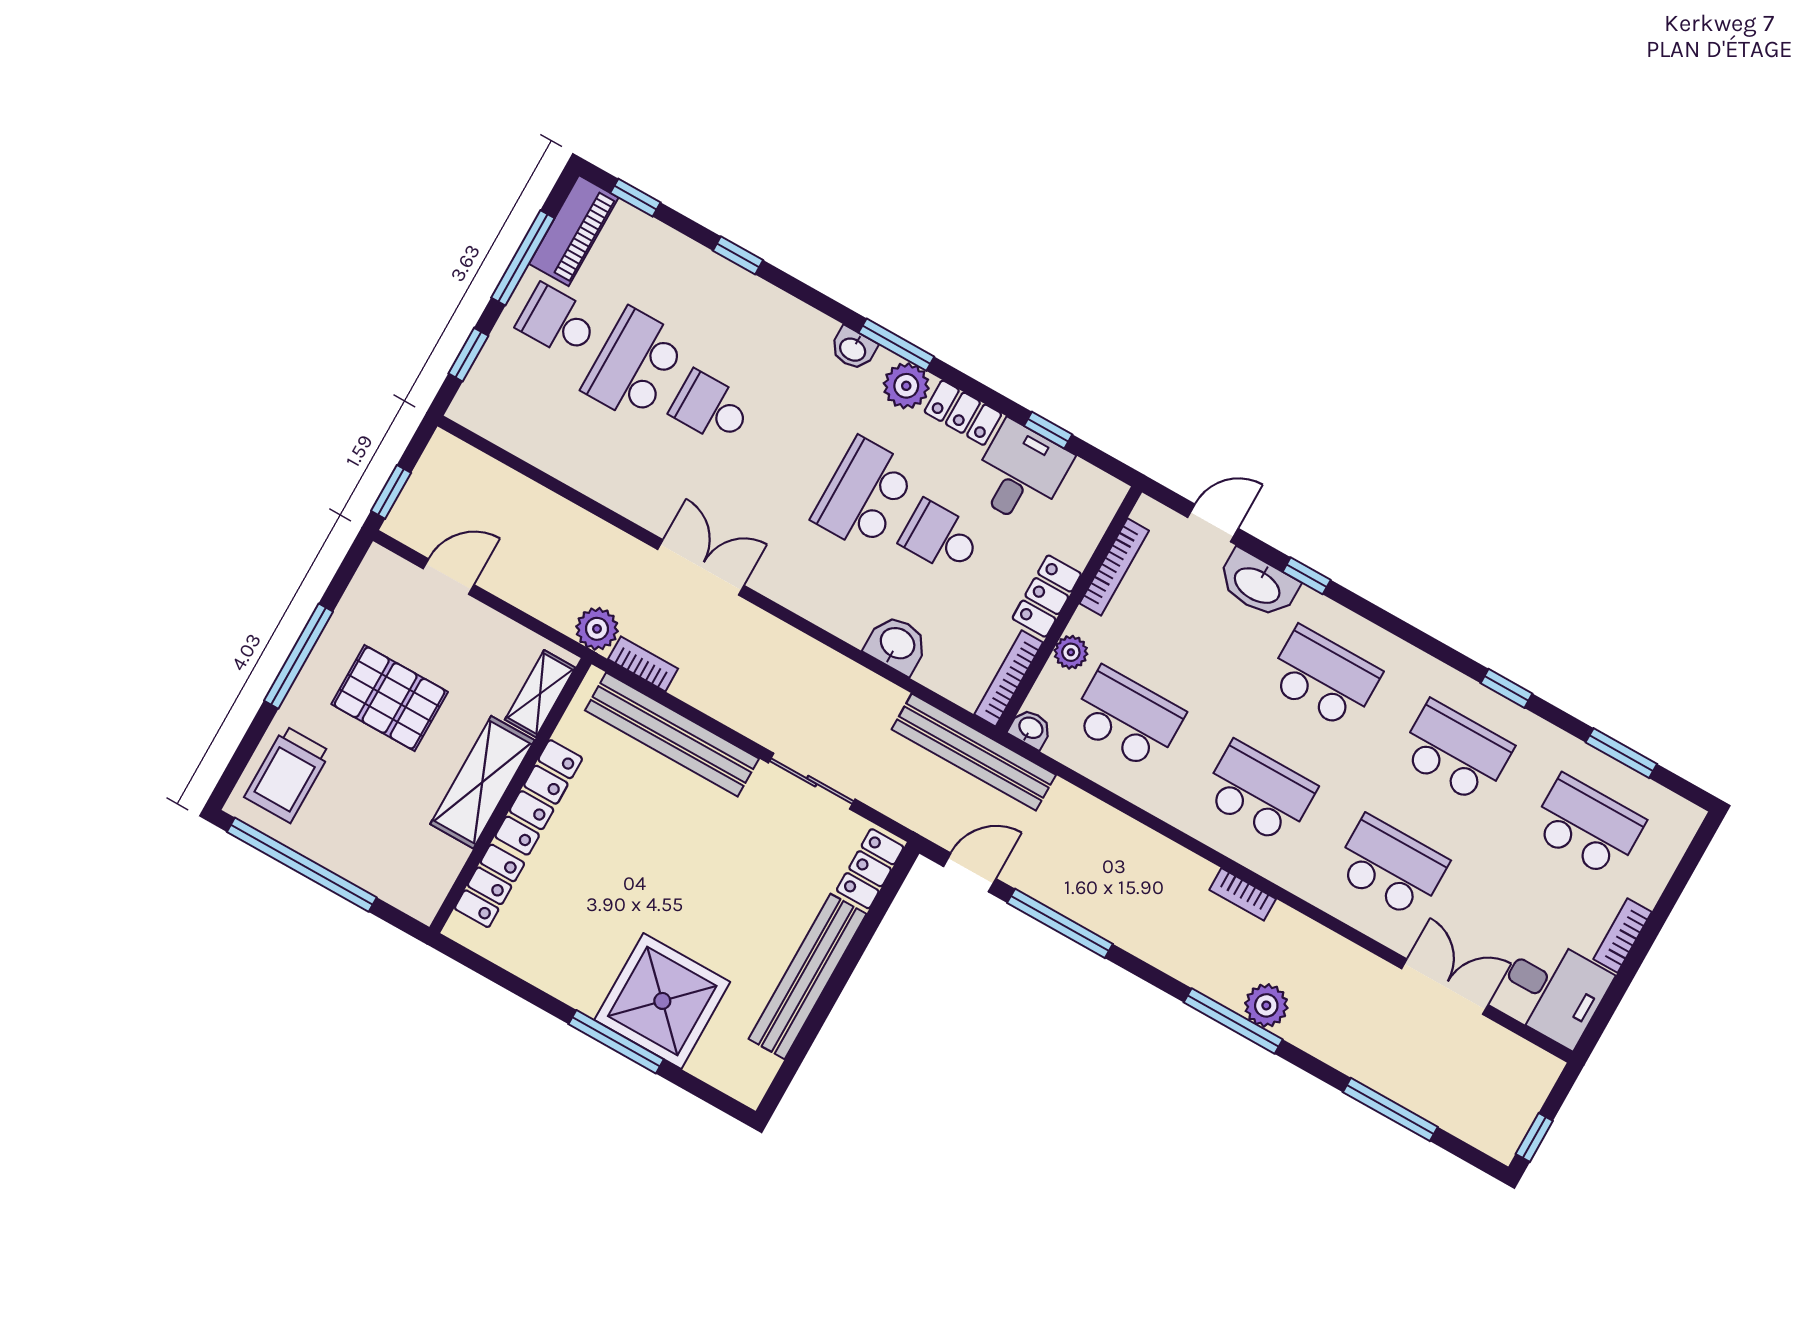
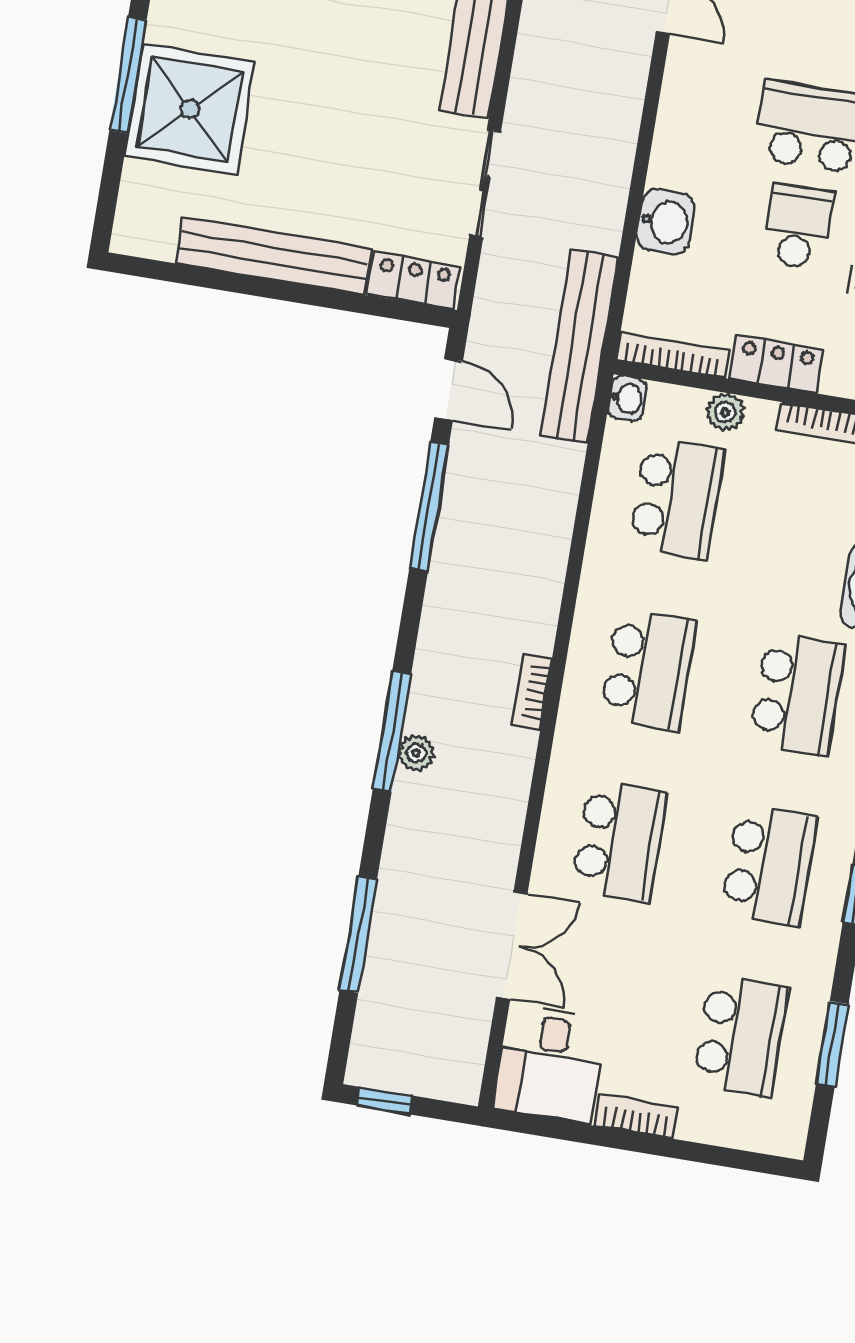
plant: (1266, 1005) -> (416, 753), width x0.73, depth x0.73

